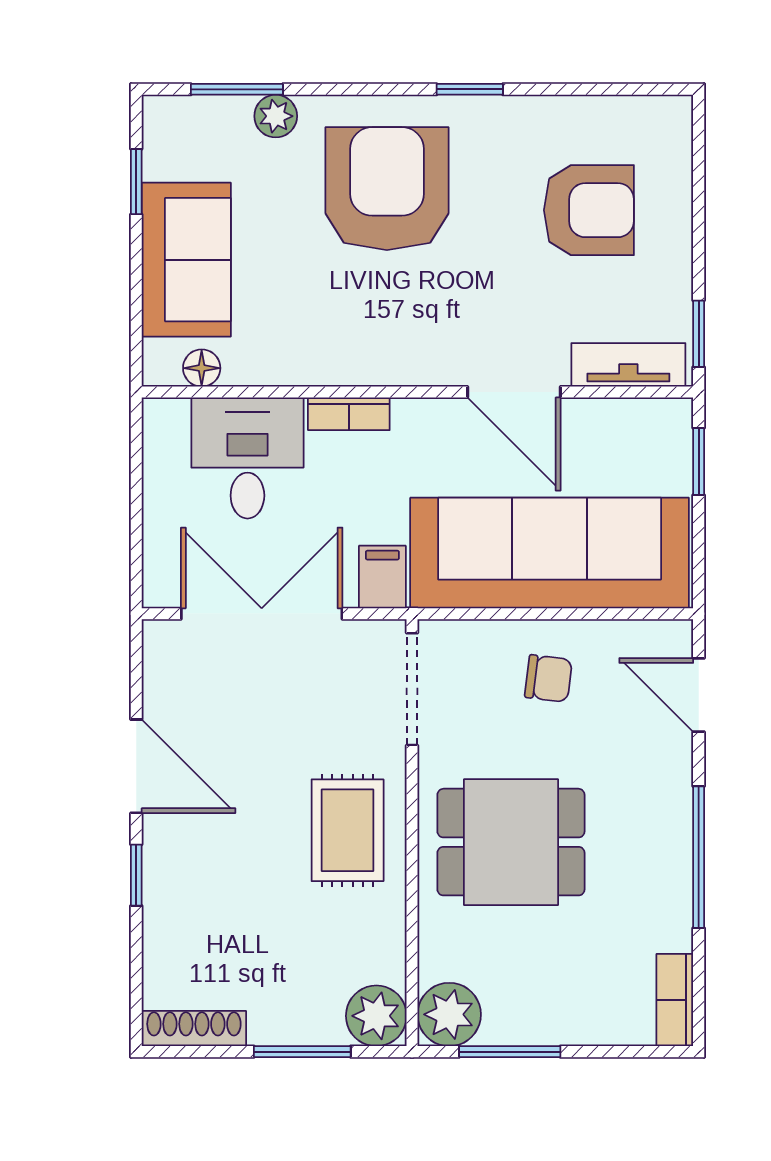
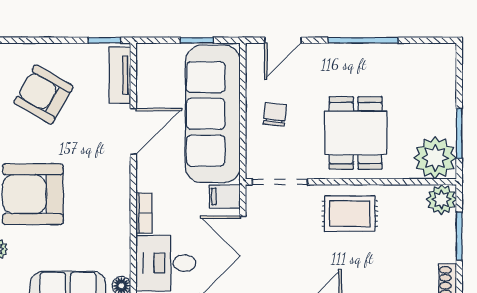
armchair: (589, 210) -> (43, 94), turned -60
window: (699, 462) -> (197, 40), moved
bookcase: (675, 1000) -> (434, 52), removed
plant: (449, 1014) -> (435, 158), width x1.36, depth x1.36

